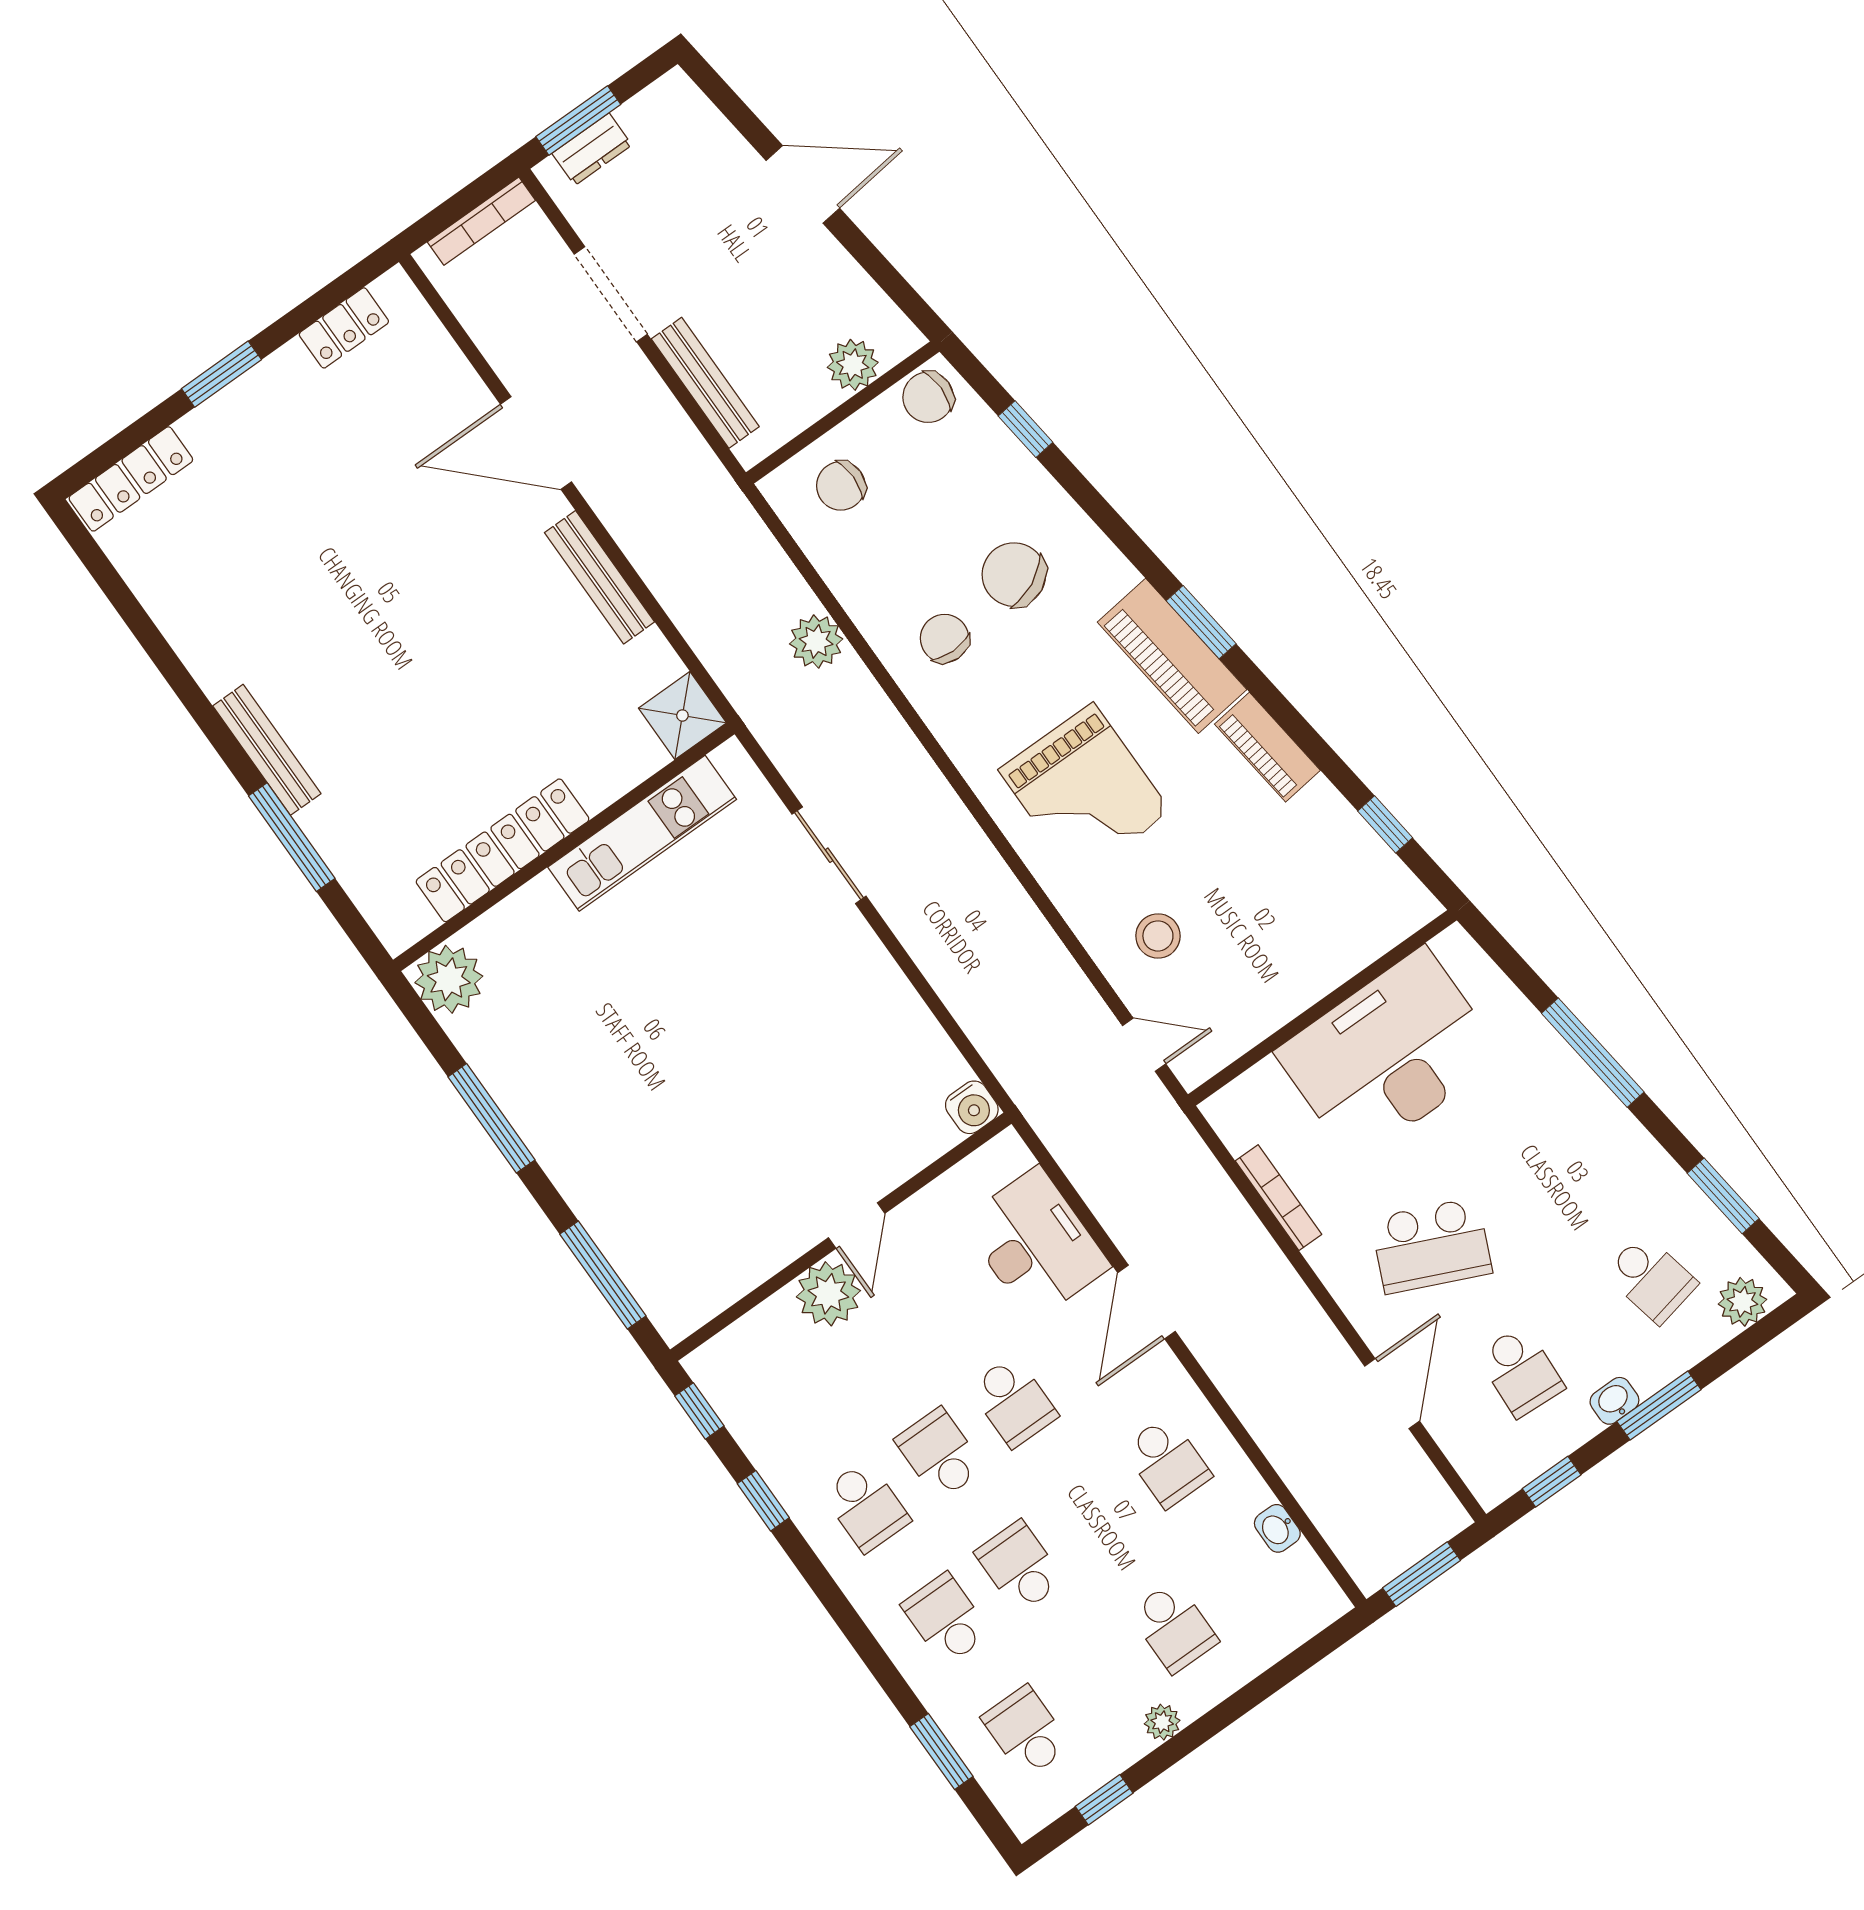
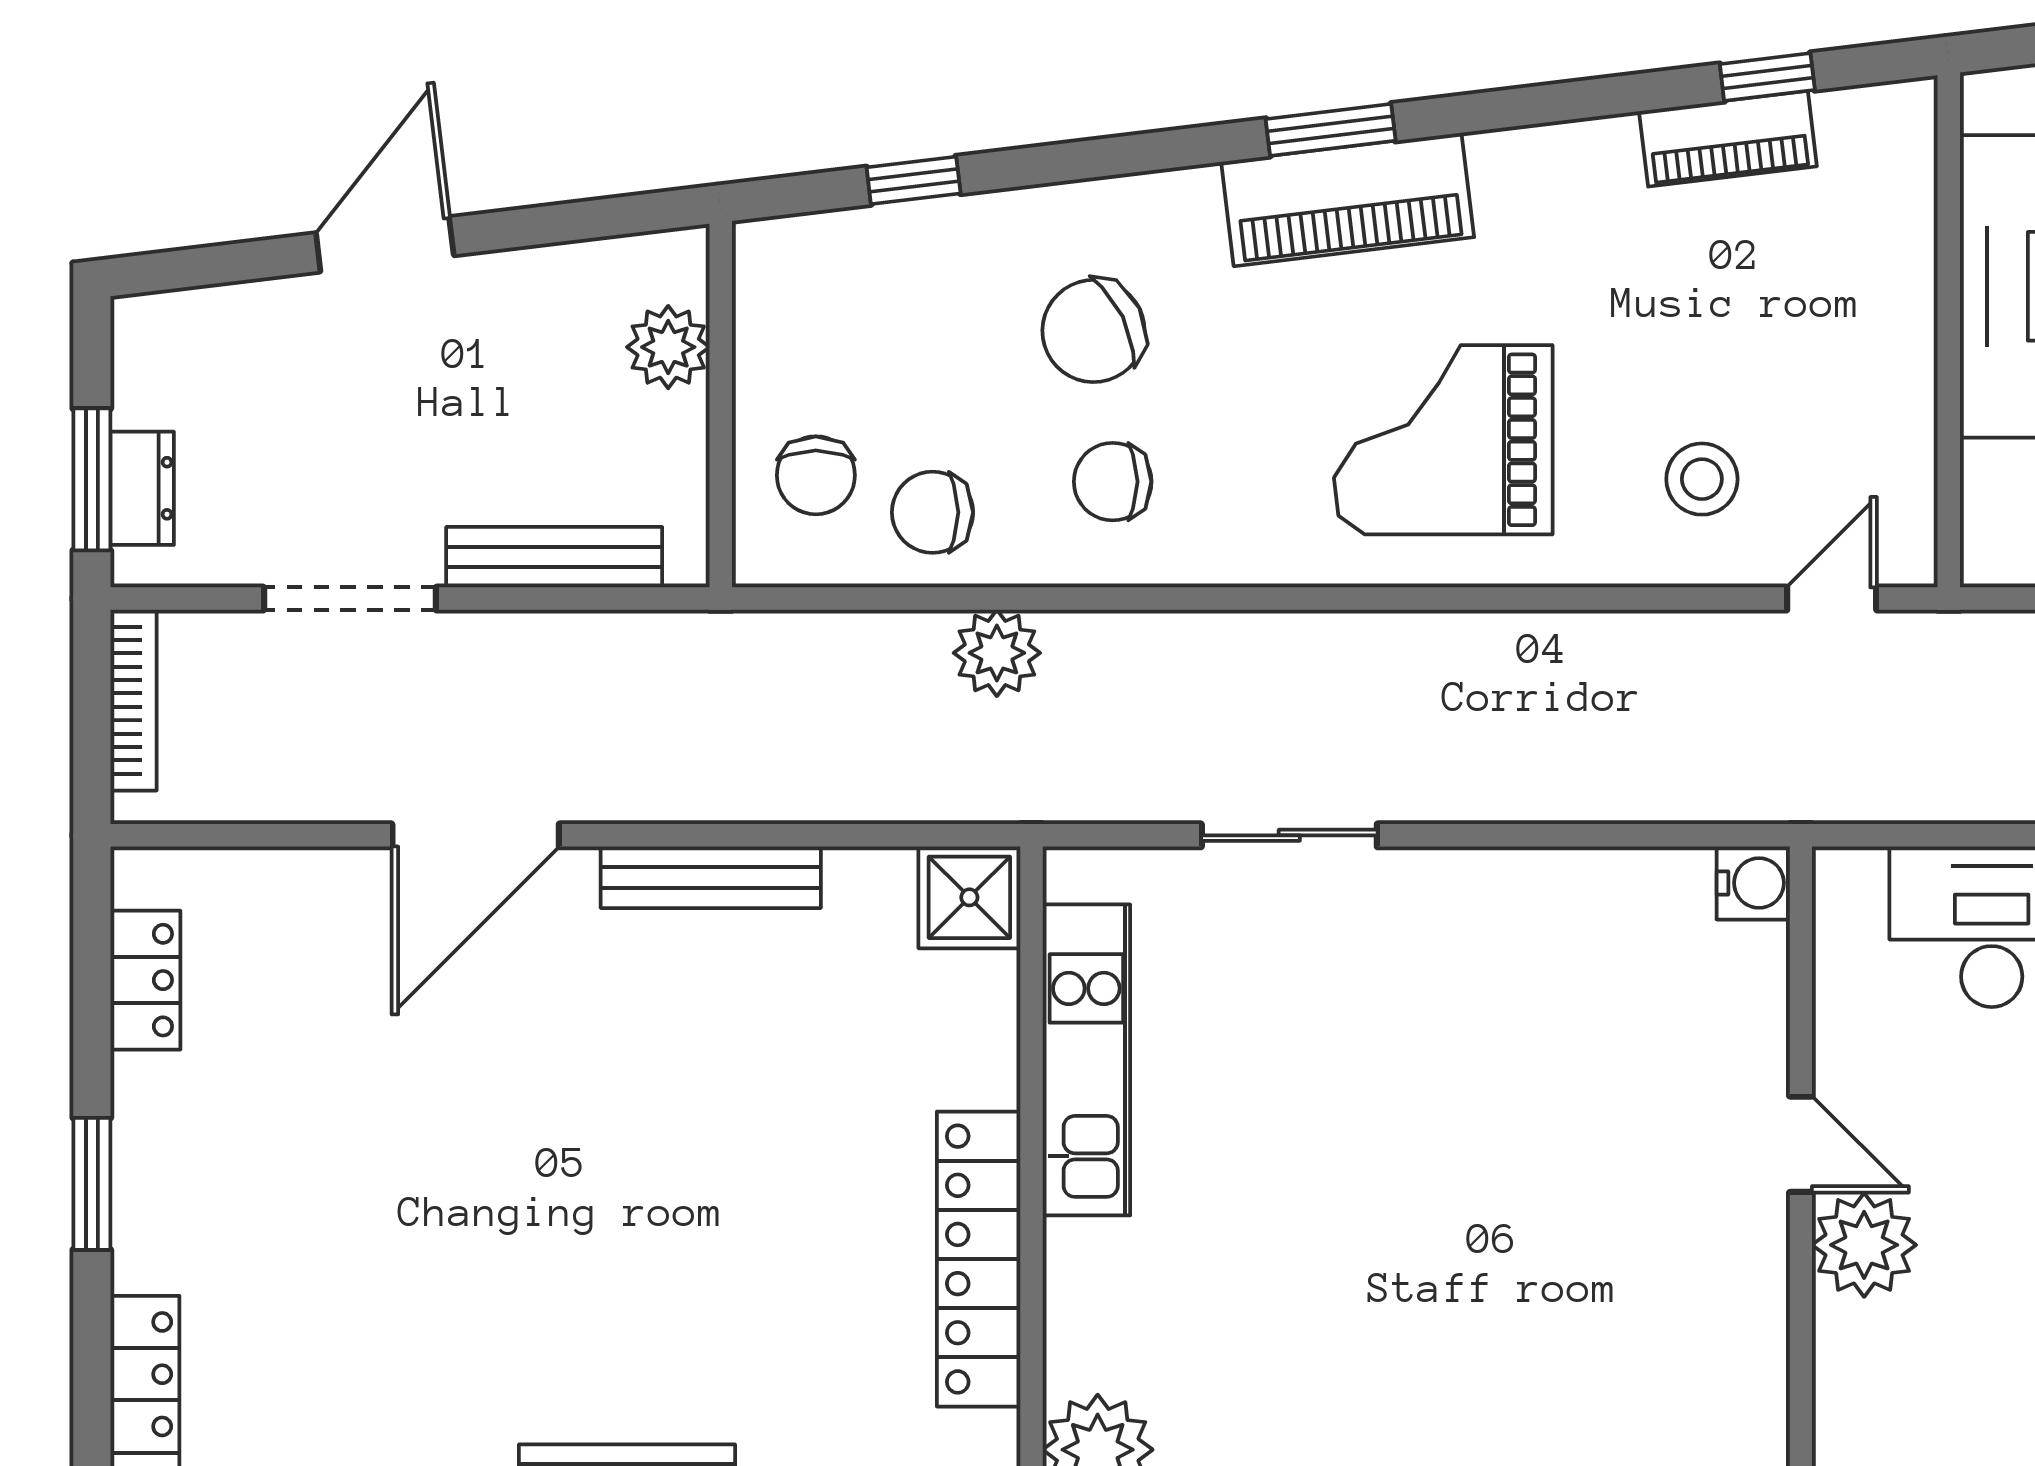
chair: (928, 397) -> (932, 512), moved, turned 90
piano: (1267, 747) -> (1728, 139), moved
grand piano: (1085, 791) -> (1443, 440), turned 180

